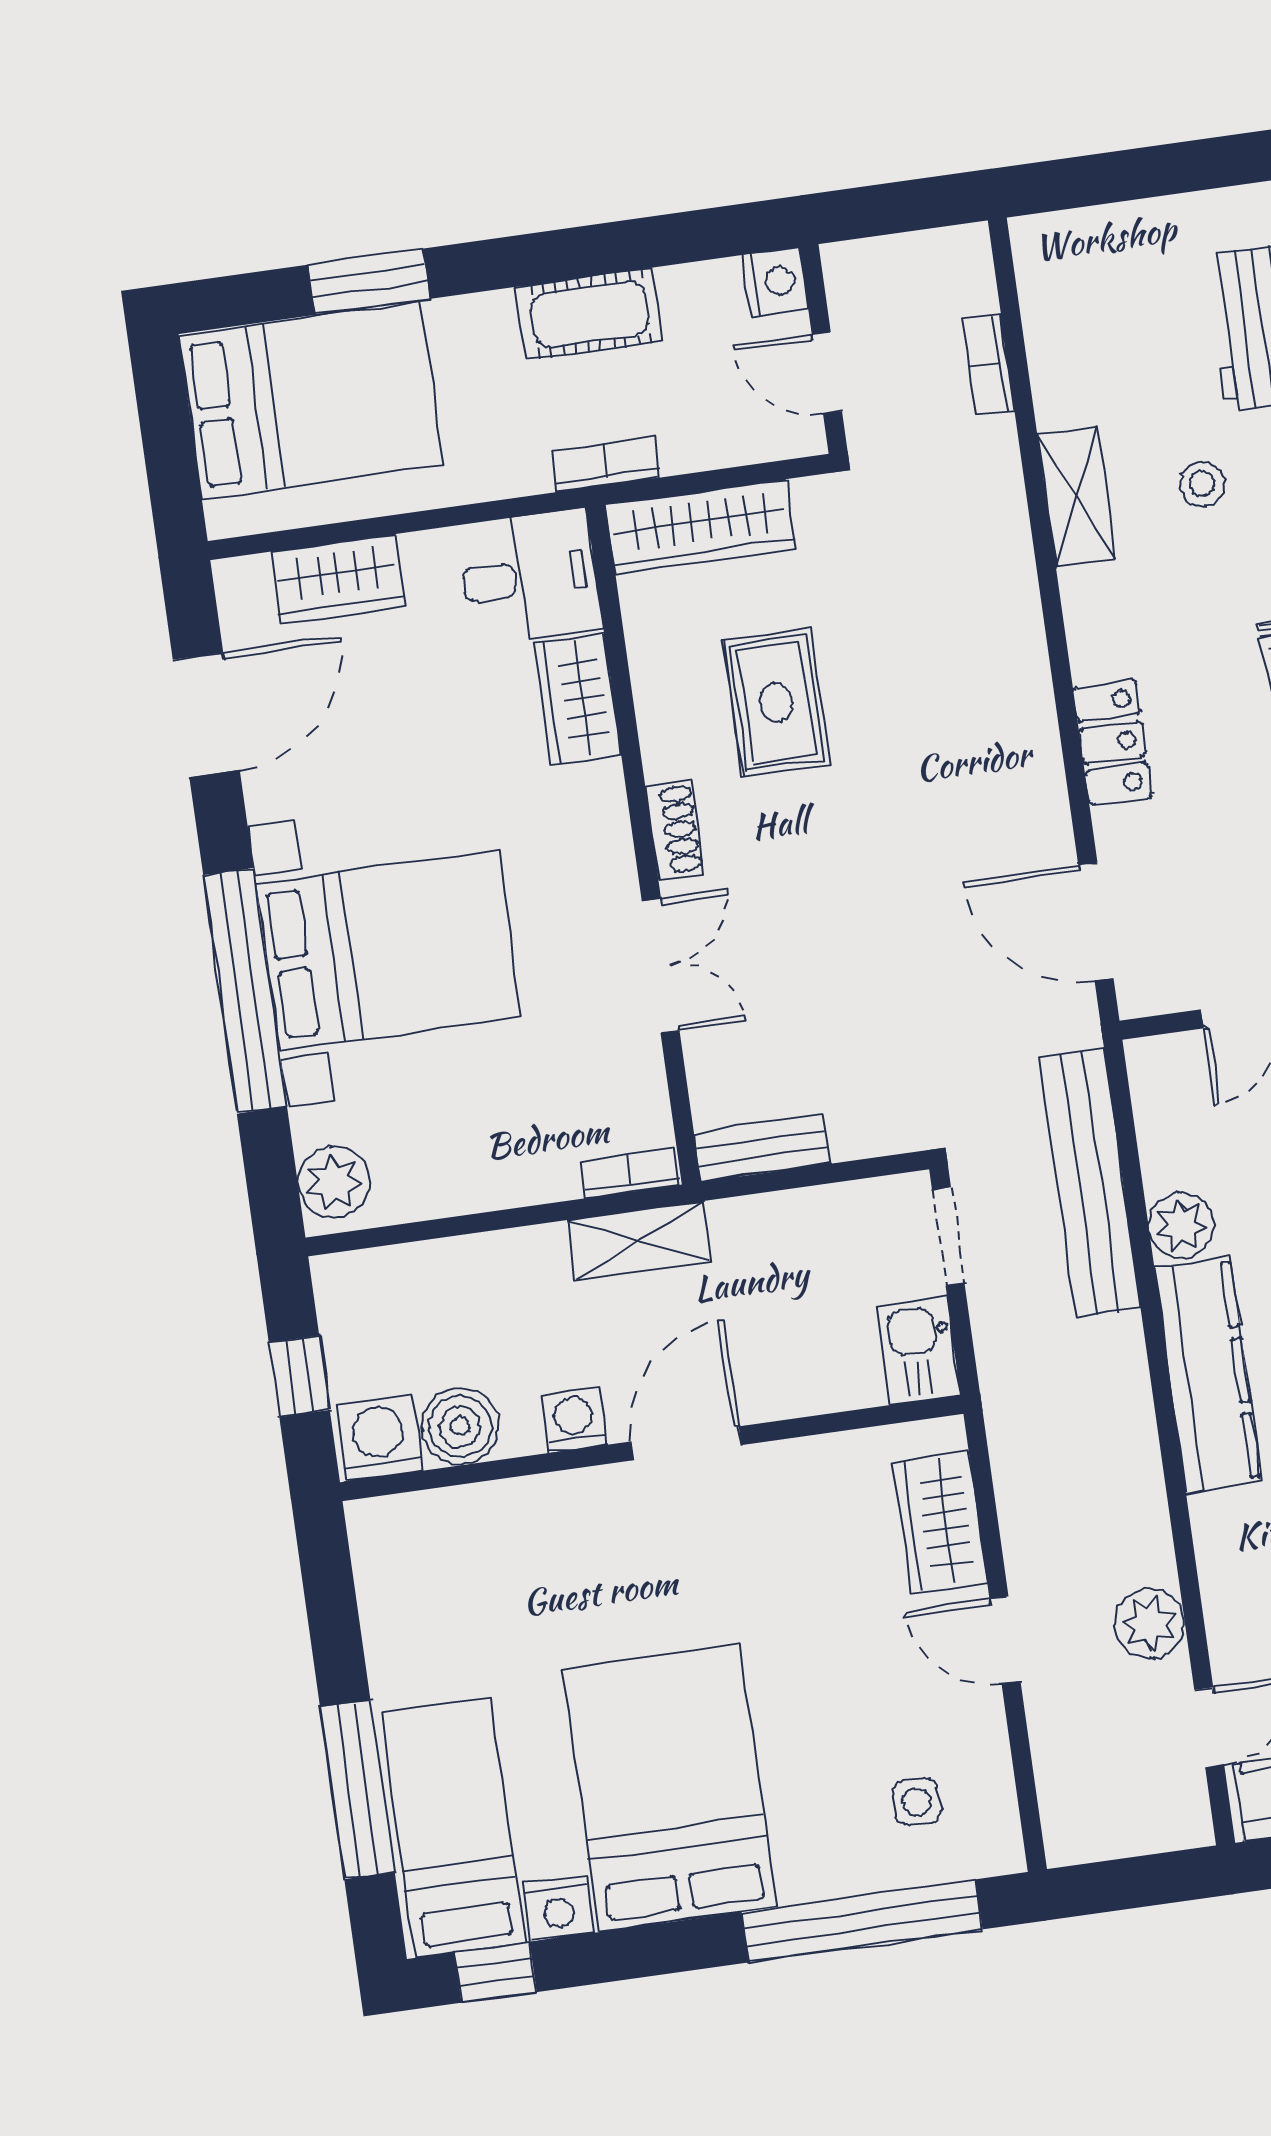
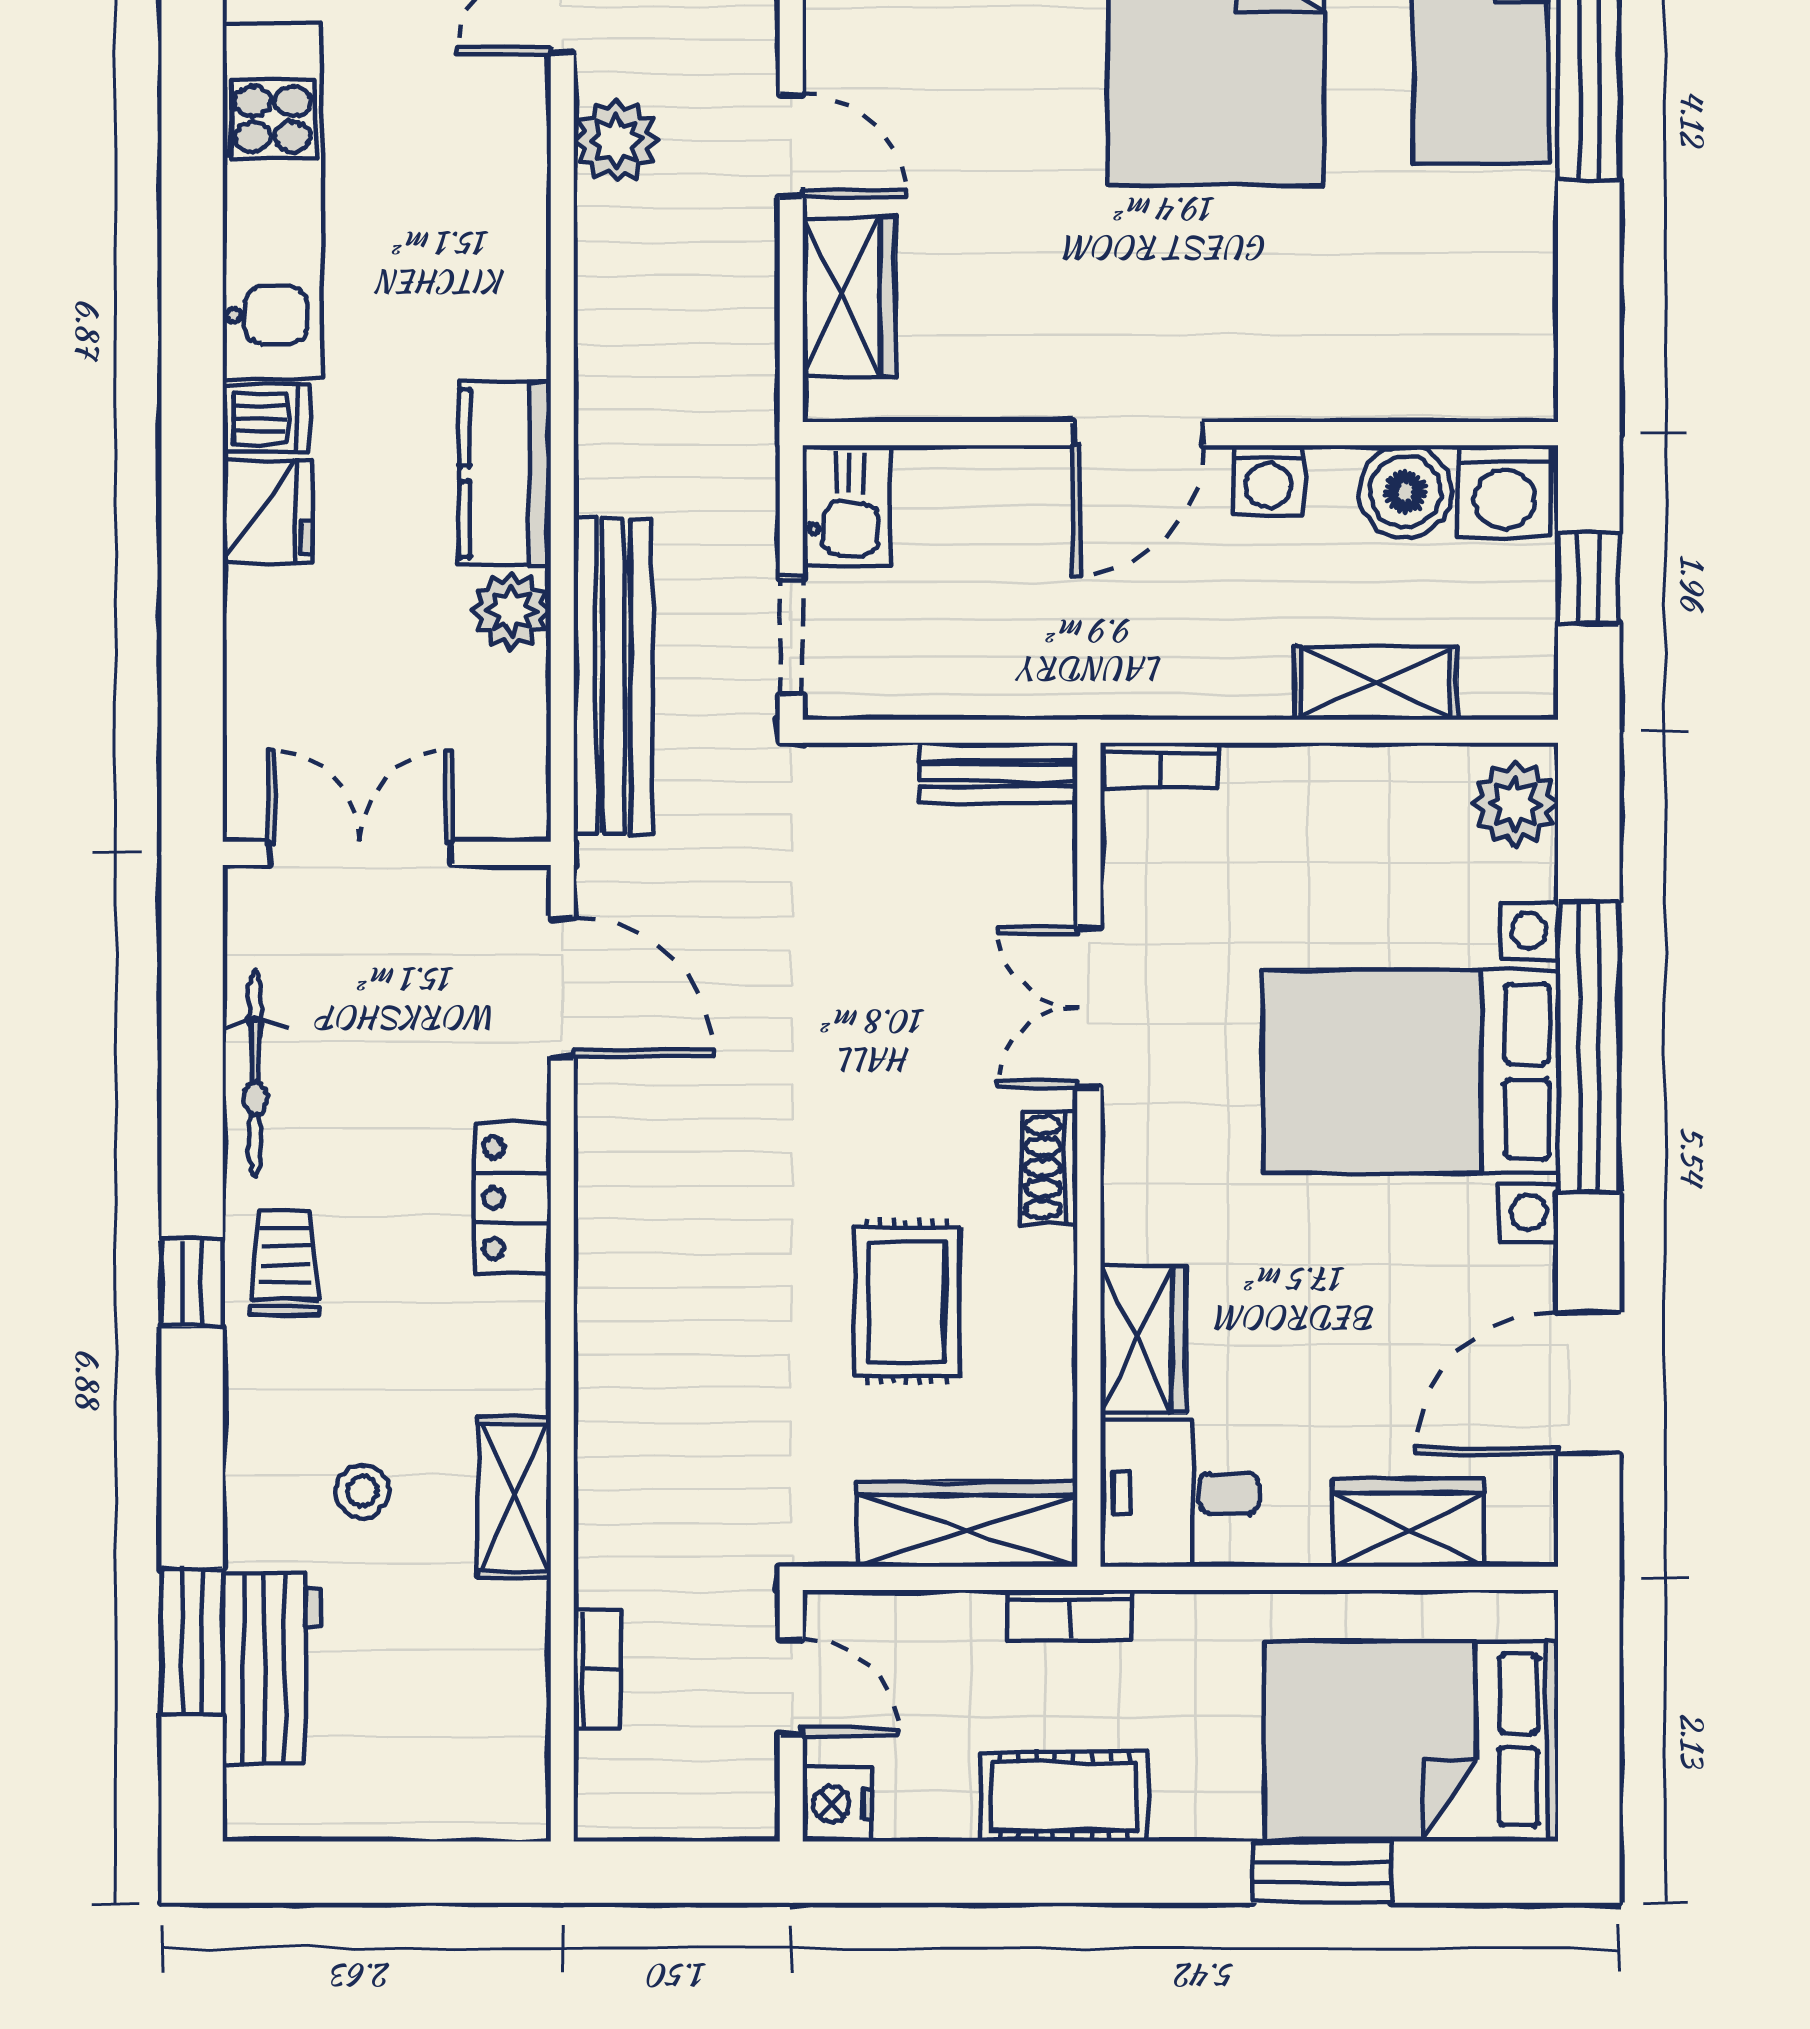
shelving: (639, 1241) -> (1376, 683), moved
kitchen counter: (1208, 1375) -> (505, 474), width x0.67

